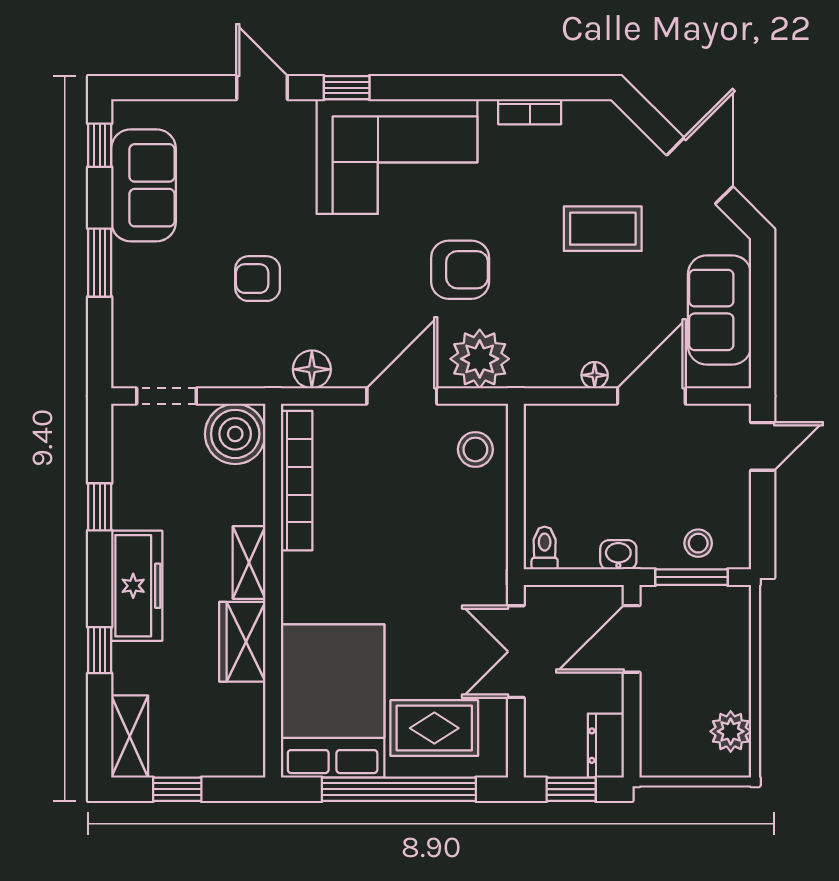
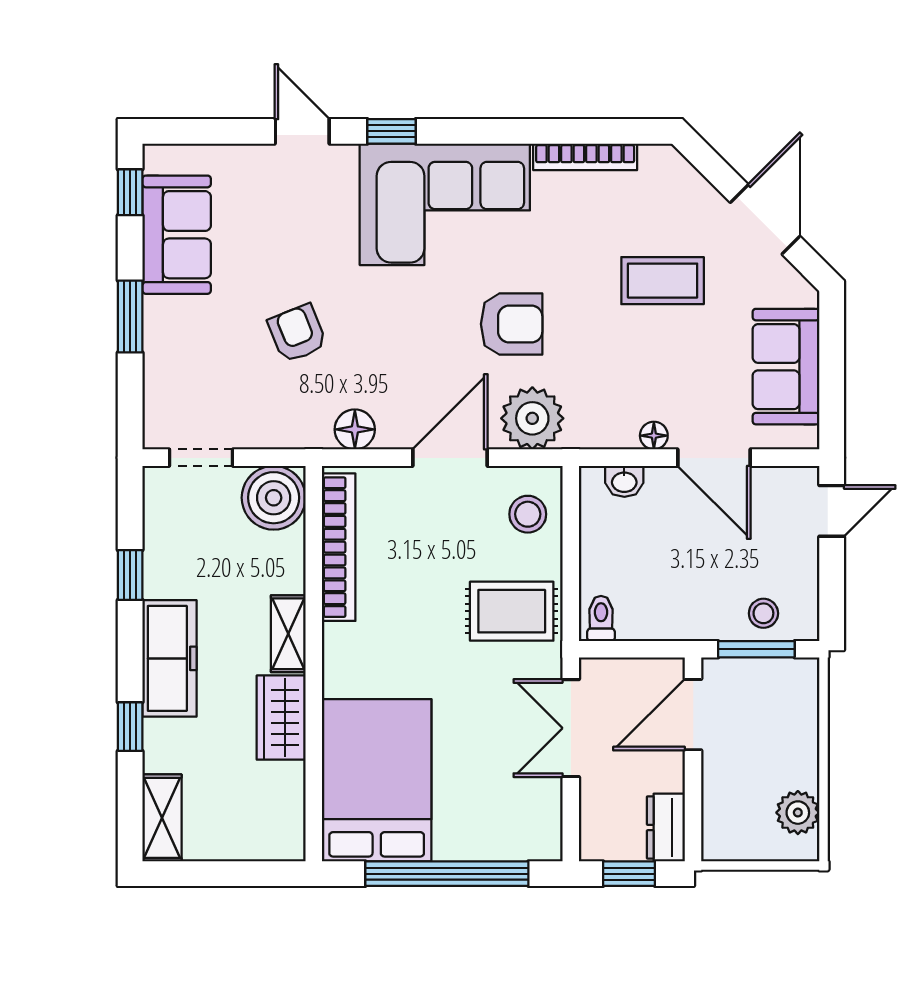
bookcase: (530, 112) -> (585, 157), width x1.56
armchair: (258, 279) -> (297, 333), turned 68
door: (651, 396) -> (714, 458), swing flipped
washbasin: (618, 555) -> (624, 481), moved, turned 180
rug: (434, 728) -> (512, 611), moved
window: (177, 789) -> (212, 874), removed

